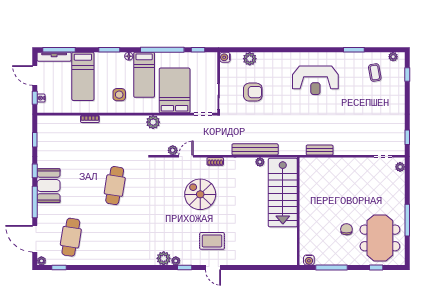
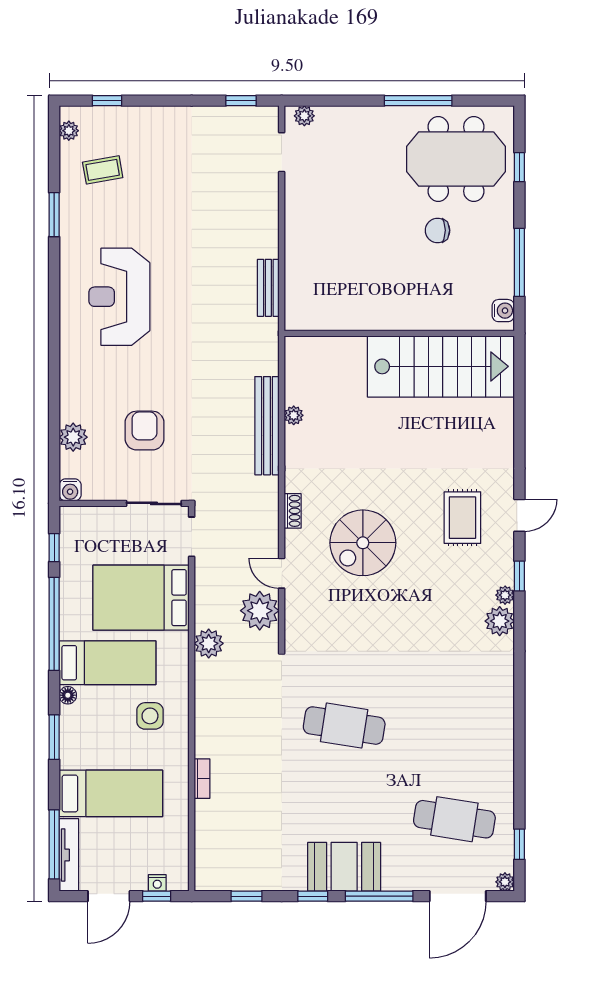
reception desk: (315, 80) -> (119, 297), turned 180
plant: (173, 150) -> (260, 611), width x1.88, depth x1.88
stairs: (283, 193) -> (441, 366), moved

